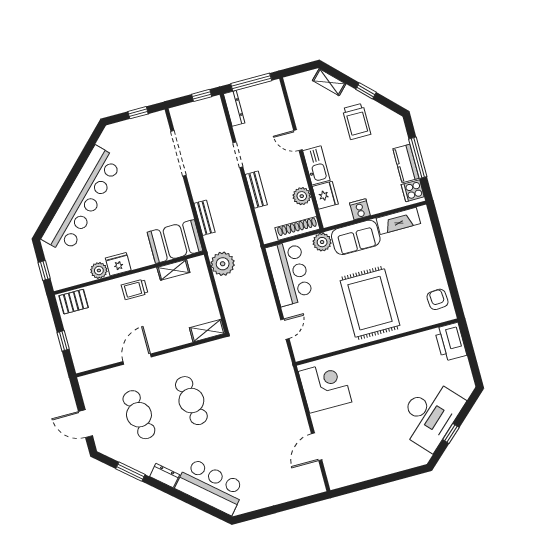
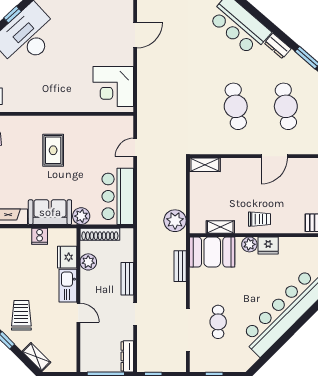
cafe table: (149, 170) -> (218, 322), added
plant: (99, 271) -> (249, 244), moved
rug: (370, 303) -> (53, 150), width x0.54, depth x0.49

